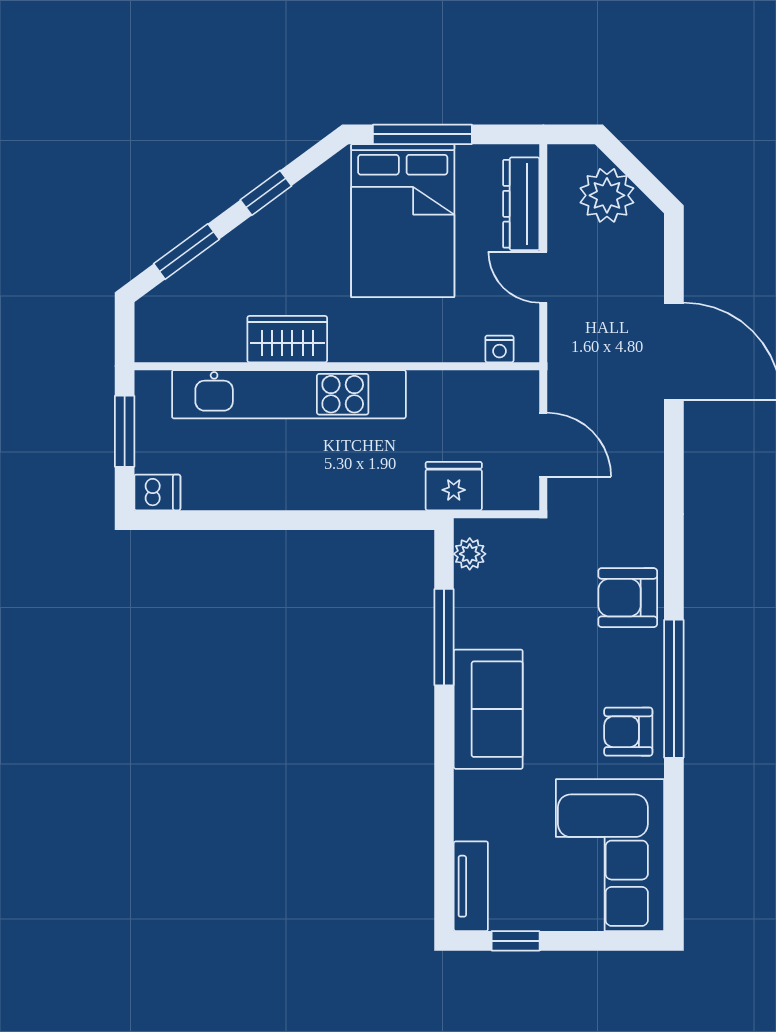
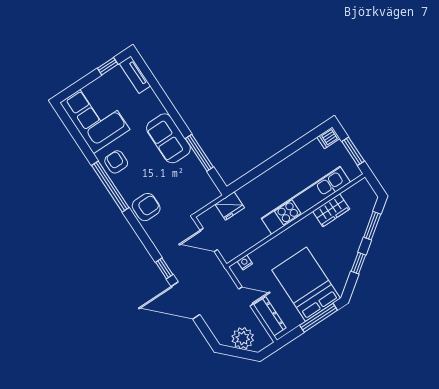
wardrobe: (287, 339) -> (331, 210), moved
window: (674, 446) -> (164, 268), added
plant: (470, 554) -> (209, 187), removed
armchair: (628, 732) -> (116, 162), turned -90

